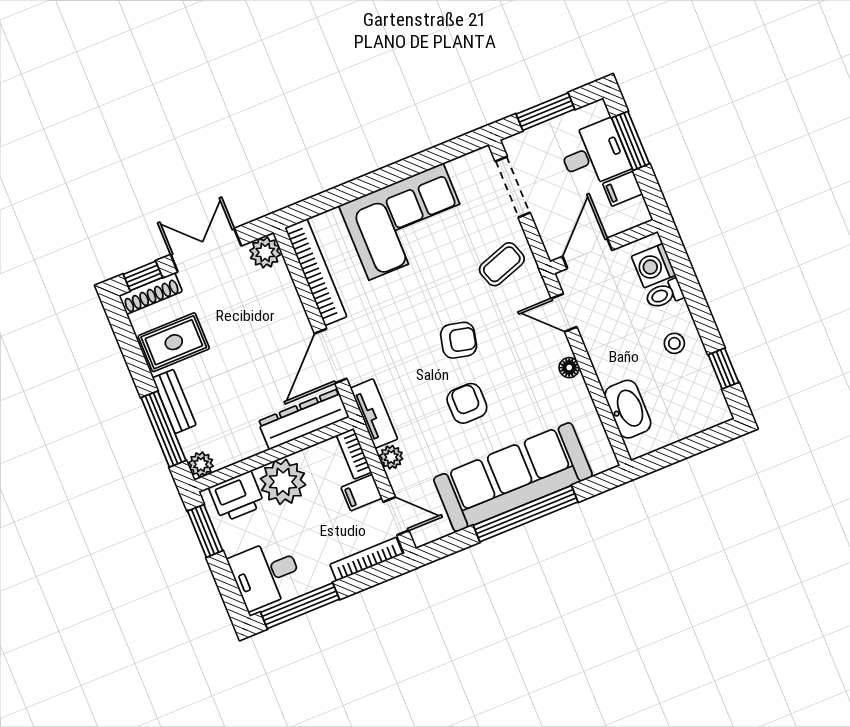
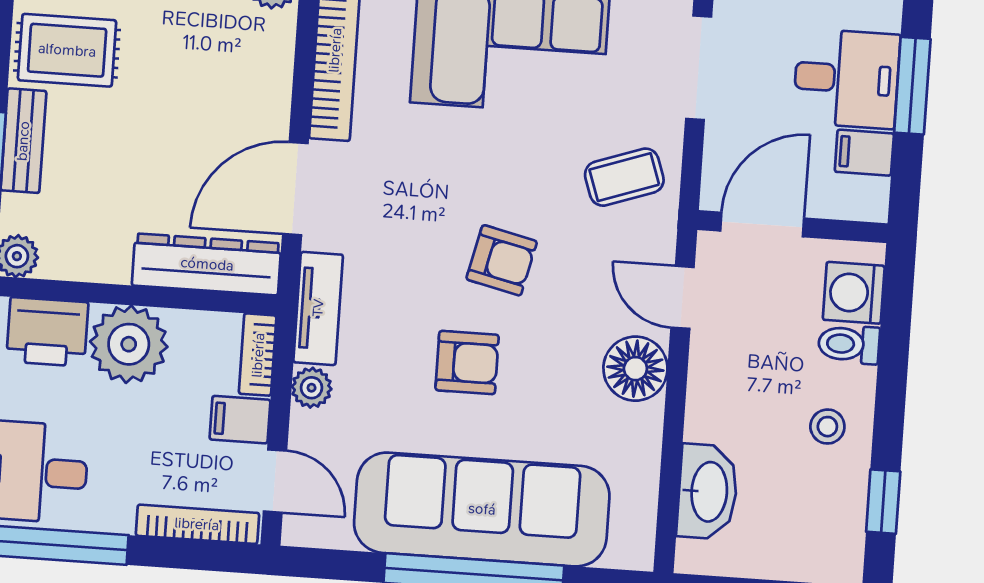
floor lamp: (569, 368) -> (635, 369), width x1.89, depth x1.89
armchair: (467, 403) -> (467, 363), turned 90

